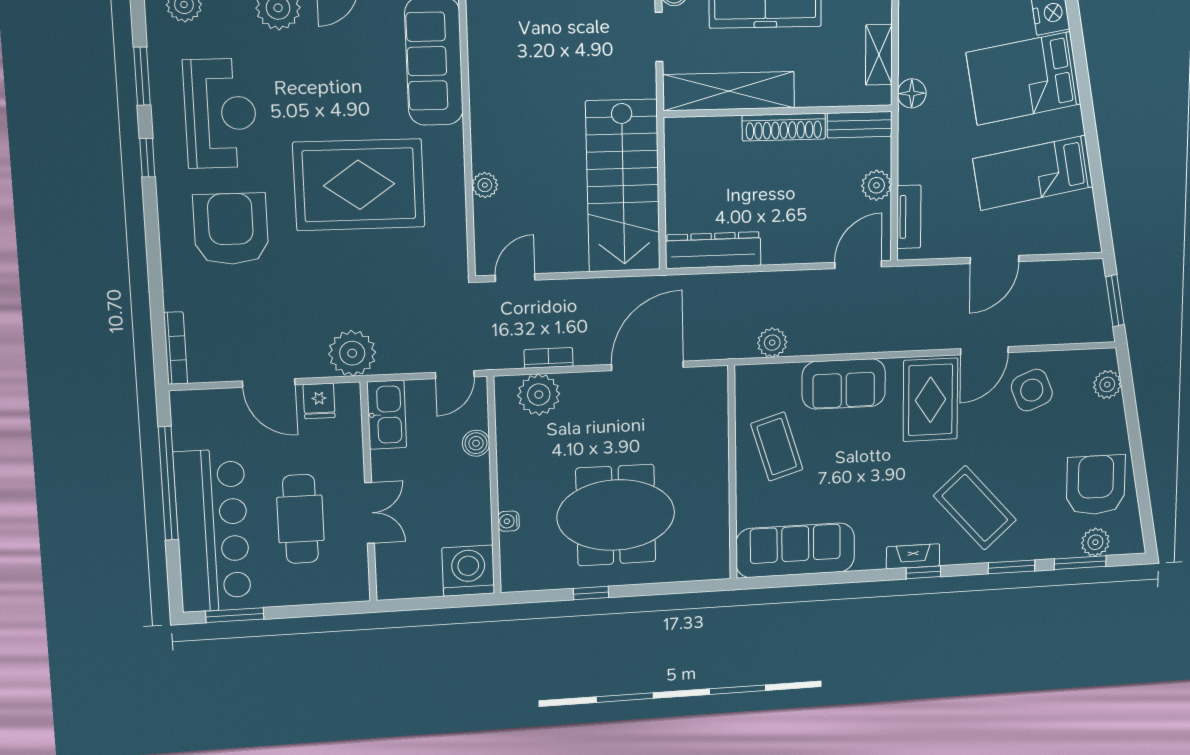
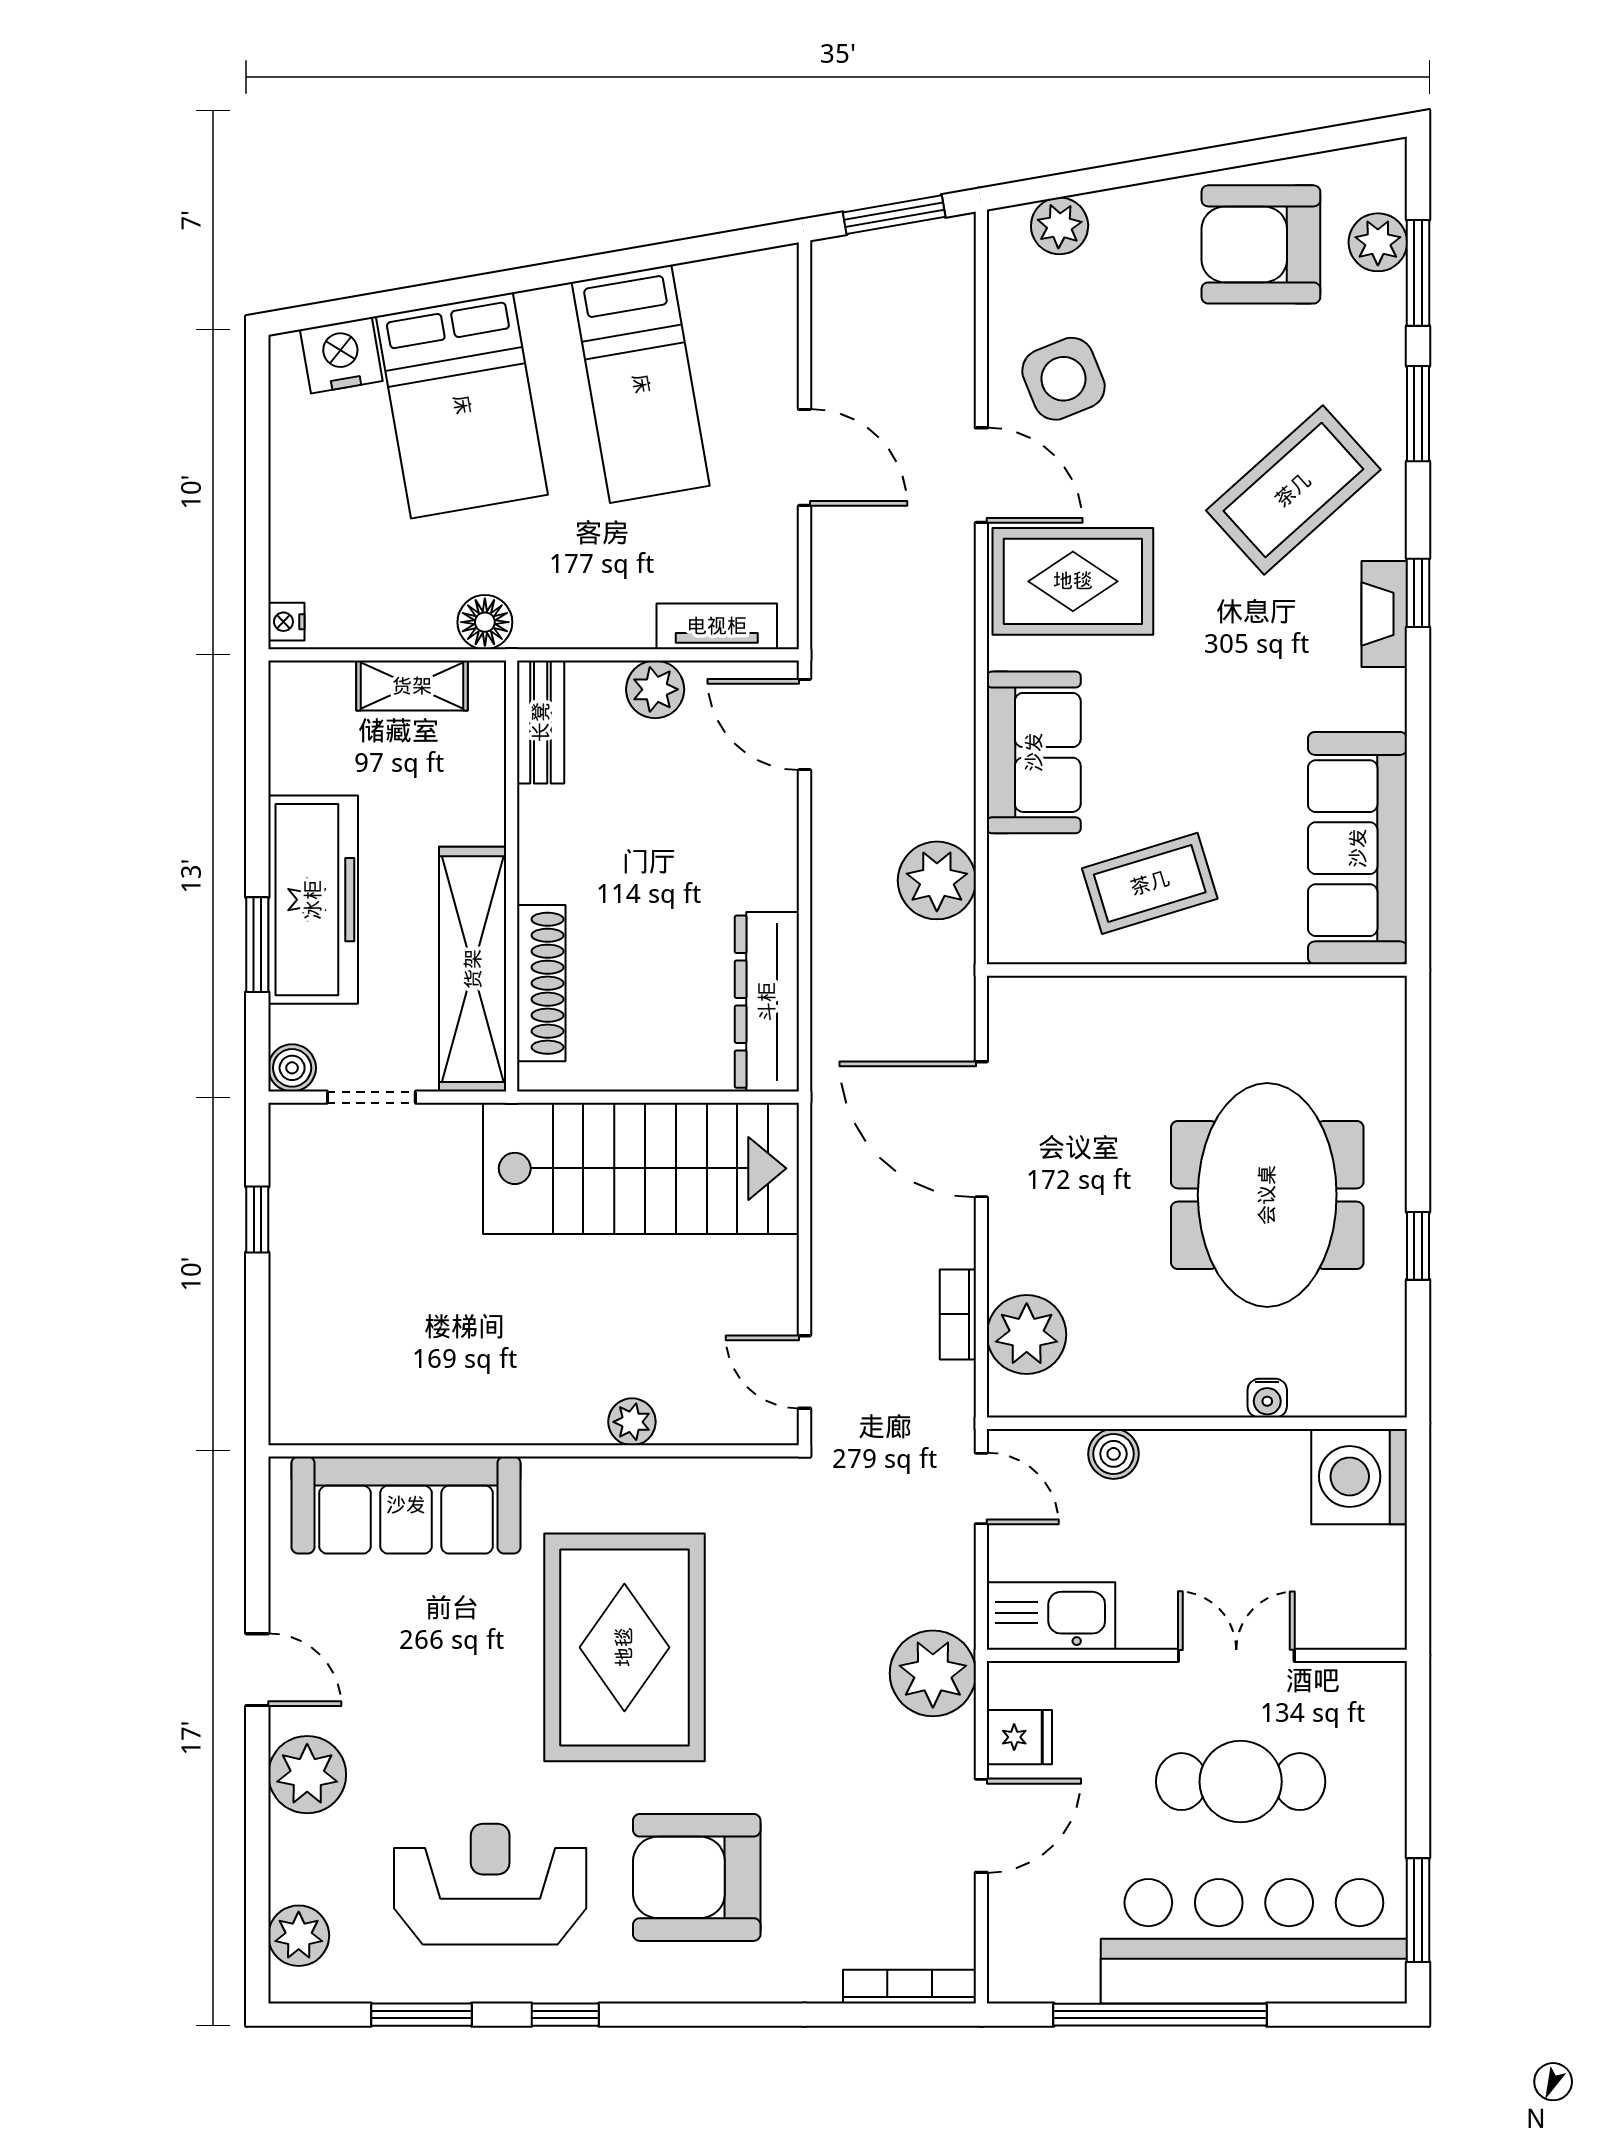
shoe rack: (784, 127) -> (541, 983), moved
plant: (772, 343) -> (937, 880), width x1.36, depth x1.36

